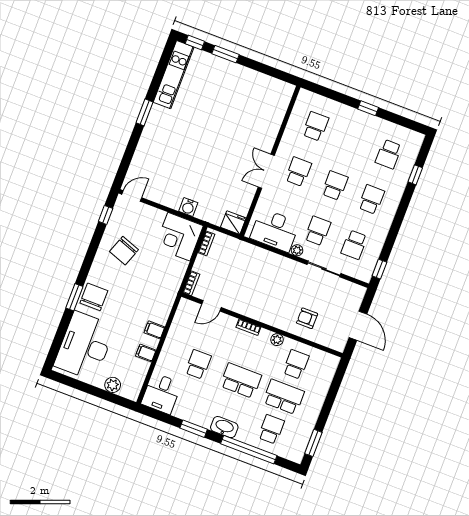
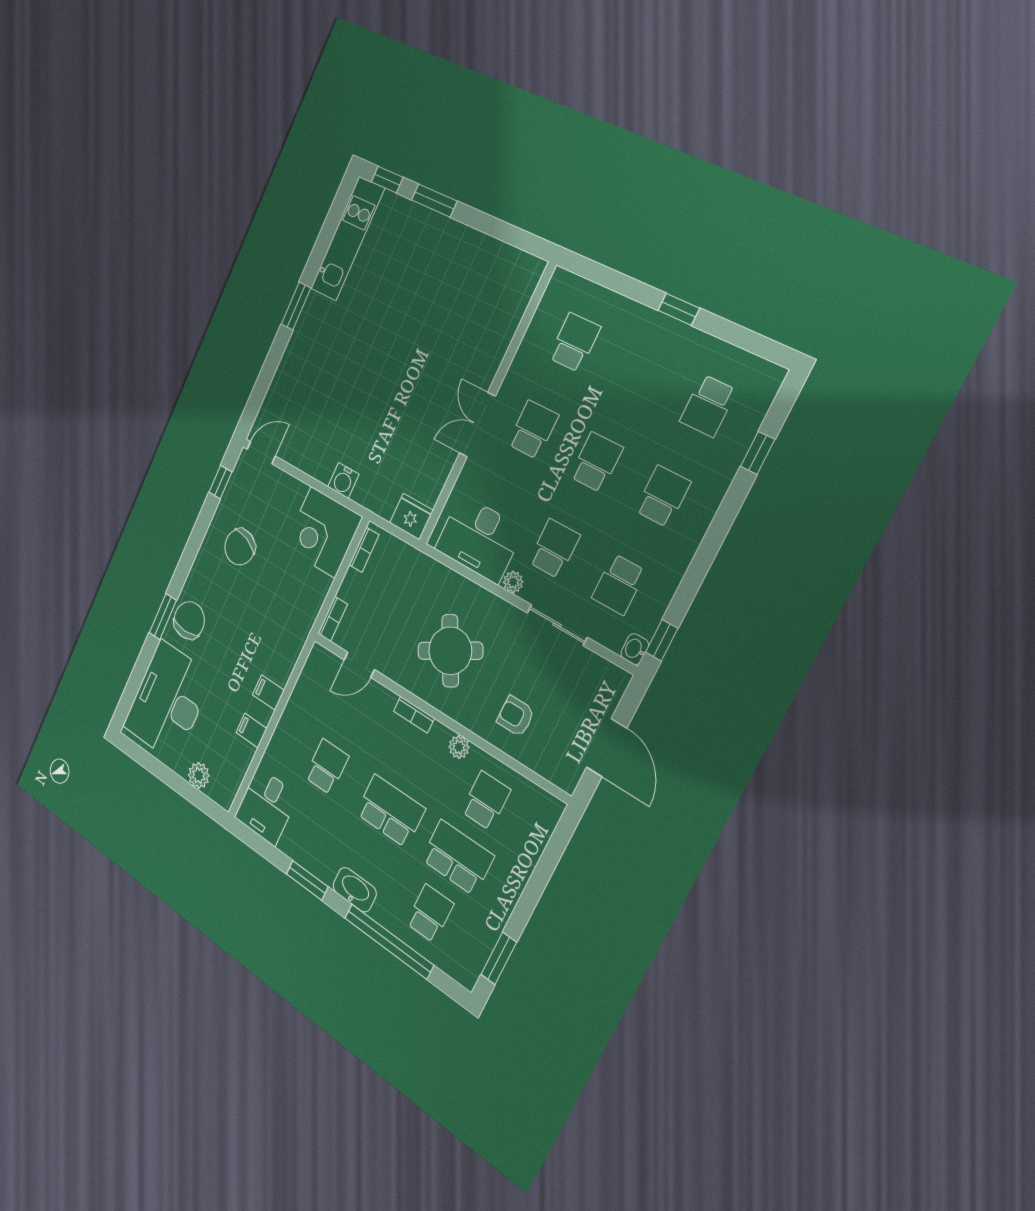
washbasin: (366, 275) -> (635, 649), added
round table: (266, 290) -> (450, 651), added

